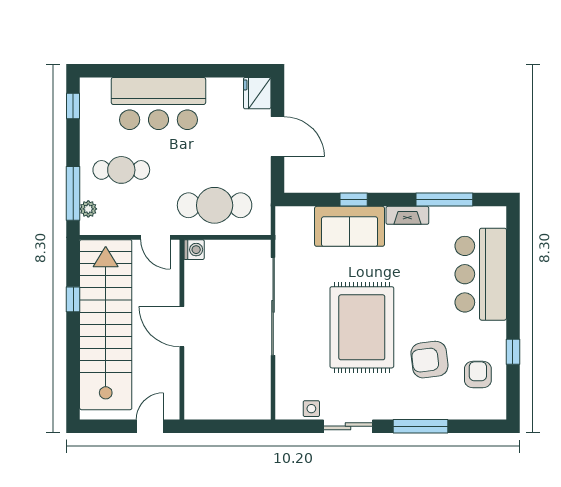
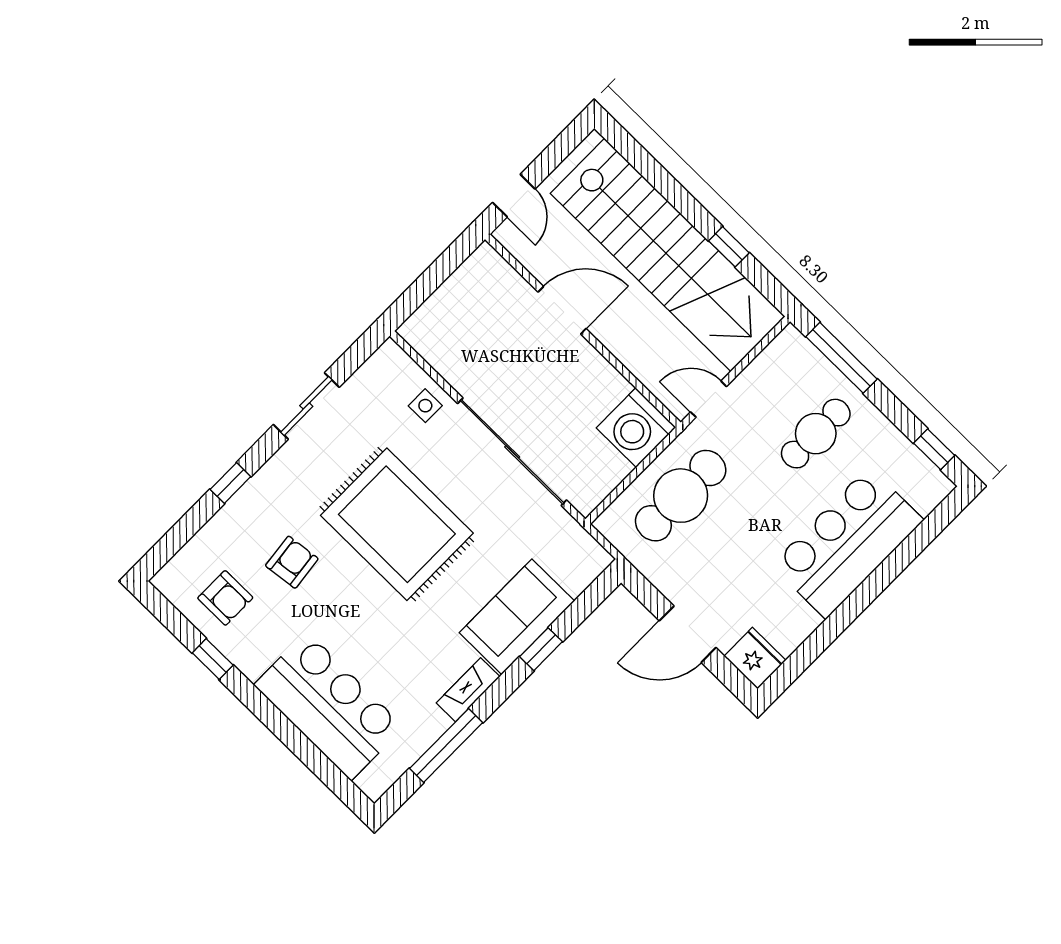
plant: (88, 209) -> (809, 358), removed
washing machine: (194, 250) -> (636, 428), width x1.89, depth x1.89
door: (182, 327) -> (562, 310), moved
armchair: (429, 360) -> (292, 562), width x0.72, depth x0.72
side table: (311, 409) -> (425, 406), moved
window: (421, 426) -> (230, 483), width x0.46

